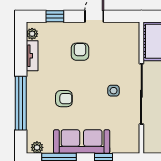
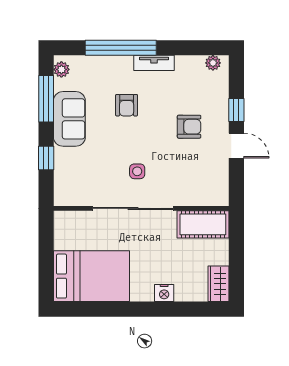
window: (55, 16) -> (236, 110), moved
tv unit: (32, 56) -> (154, 63), moved
sofa: (82, 142) -> (69, 119), width x0.73

